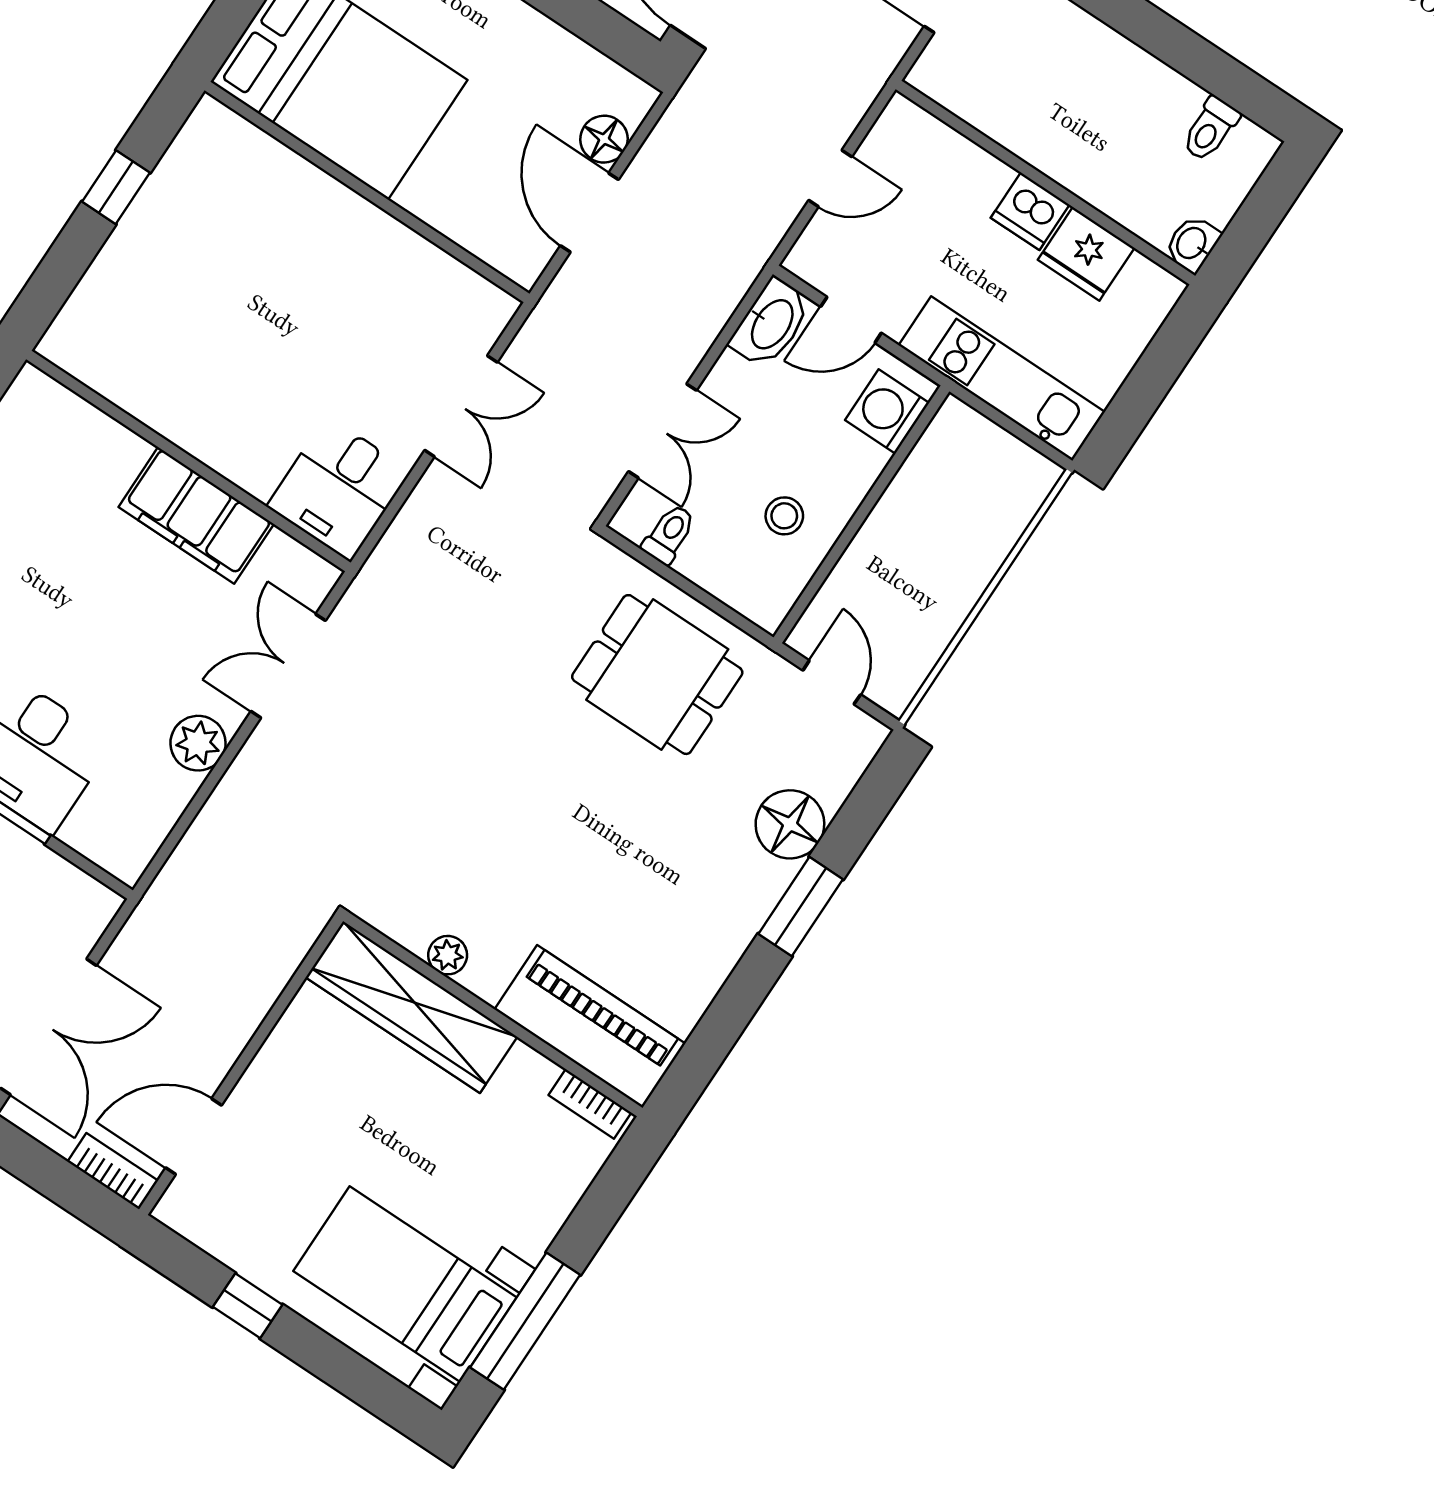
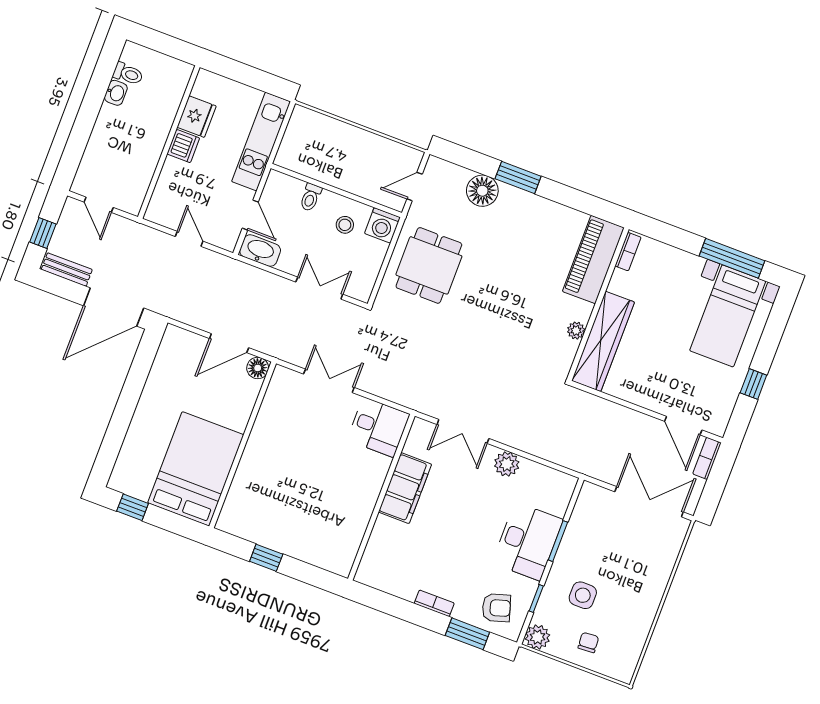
floor lamp: (604, 139) -> (258, 368), moved
washbasin: (1192, 244) -> (116, 93), moved, turned -90
washing machine: (887, 412) -> (382, 225), moved
toilet: (669, 534) -> (311, 197), moved, turned -90

